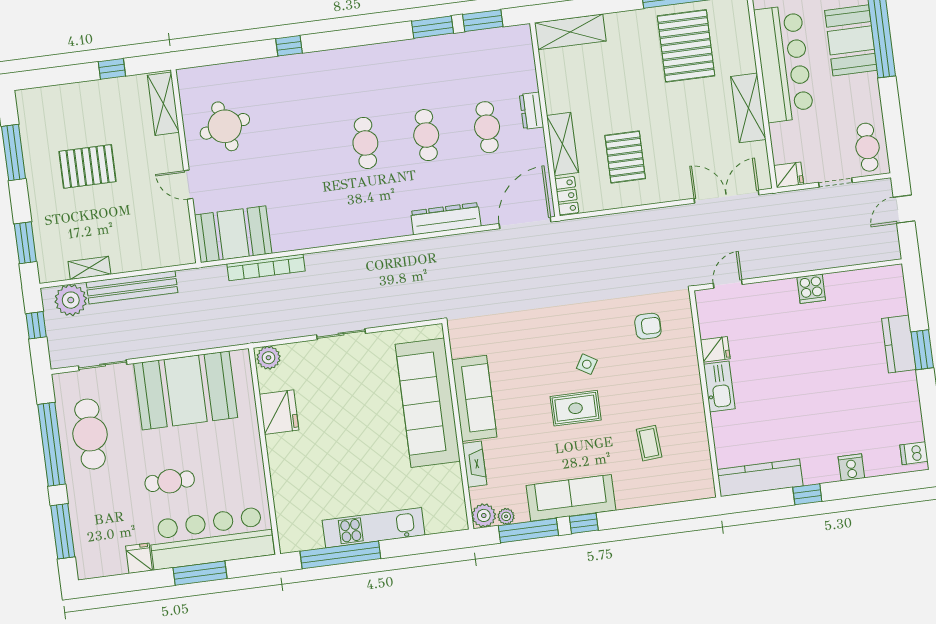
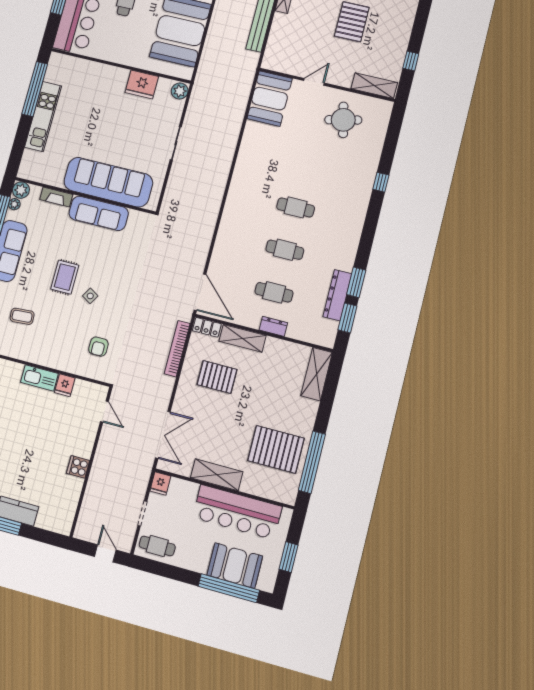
dresser: (446, 219) -> (337, 295), moved, turned 180
bookcase: (266, 267) -> (177, 349), moved

